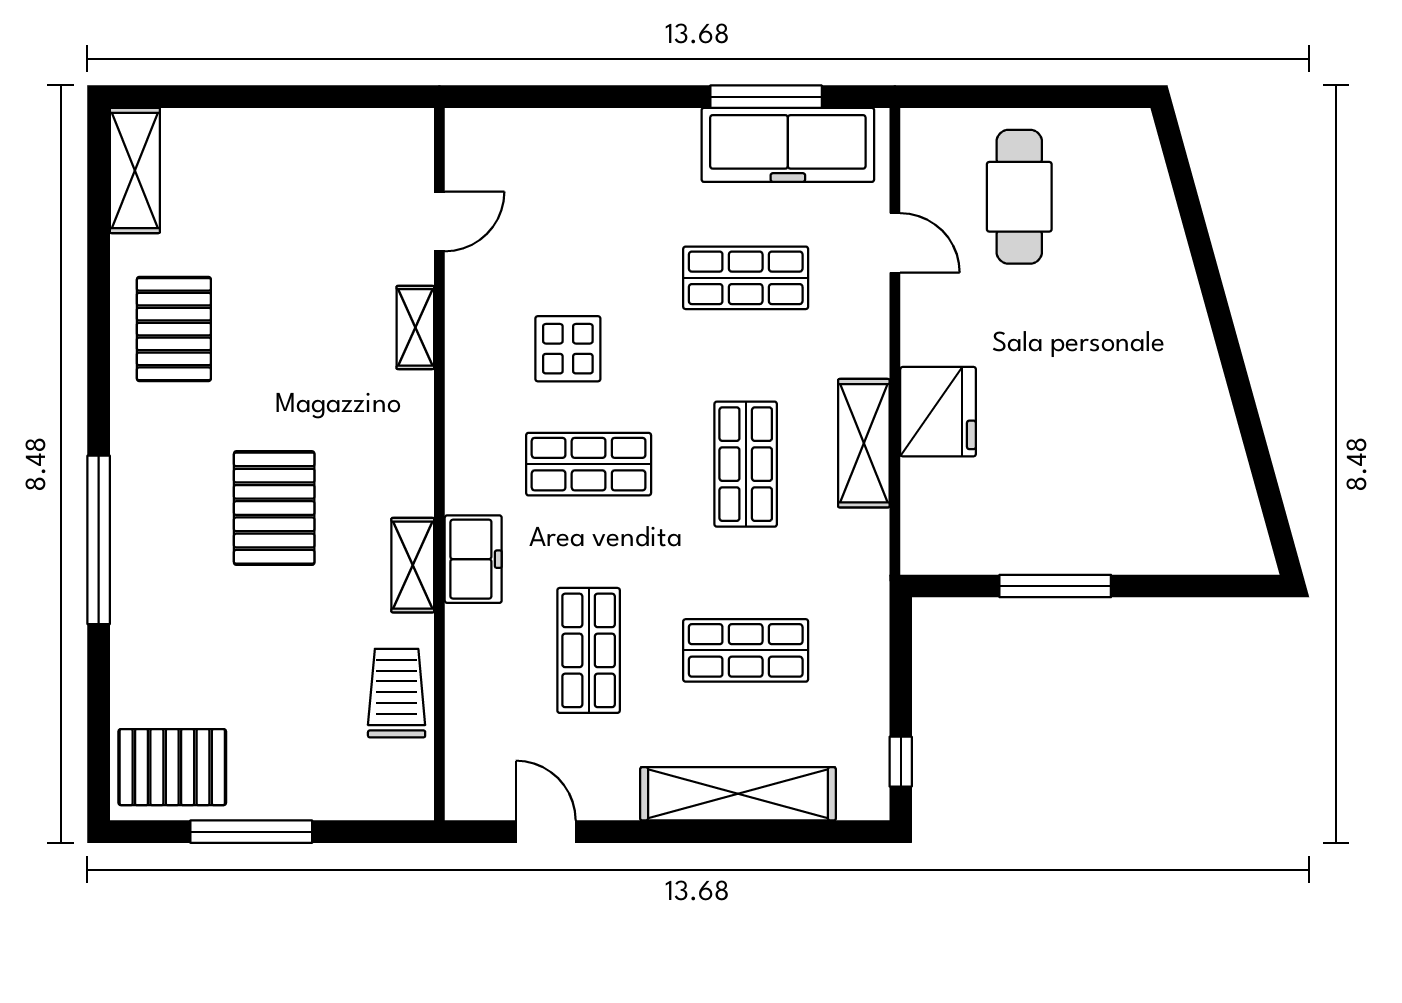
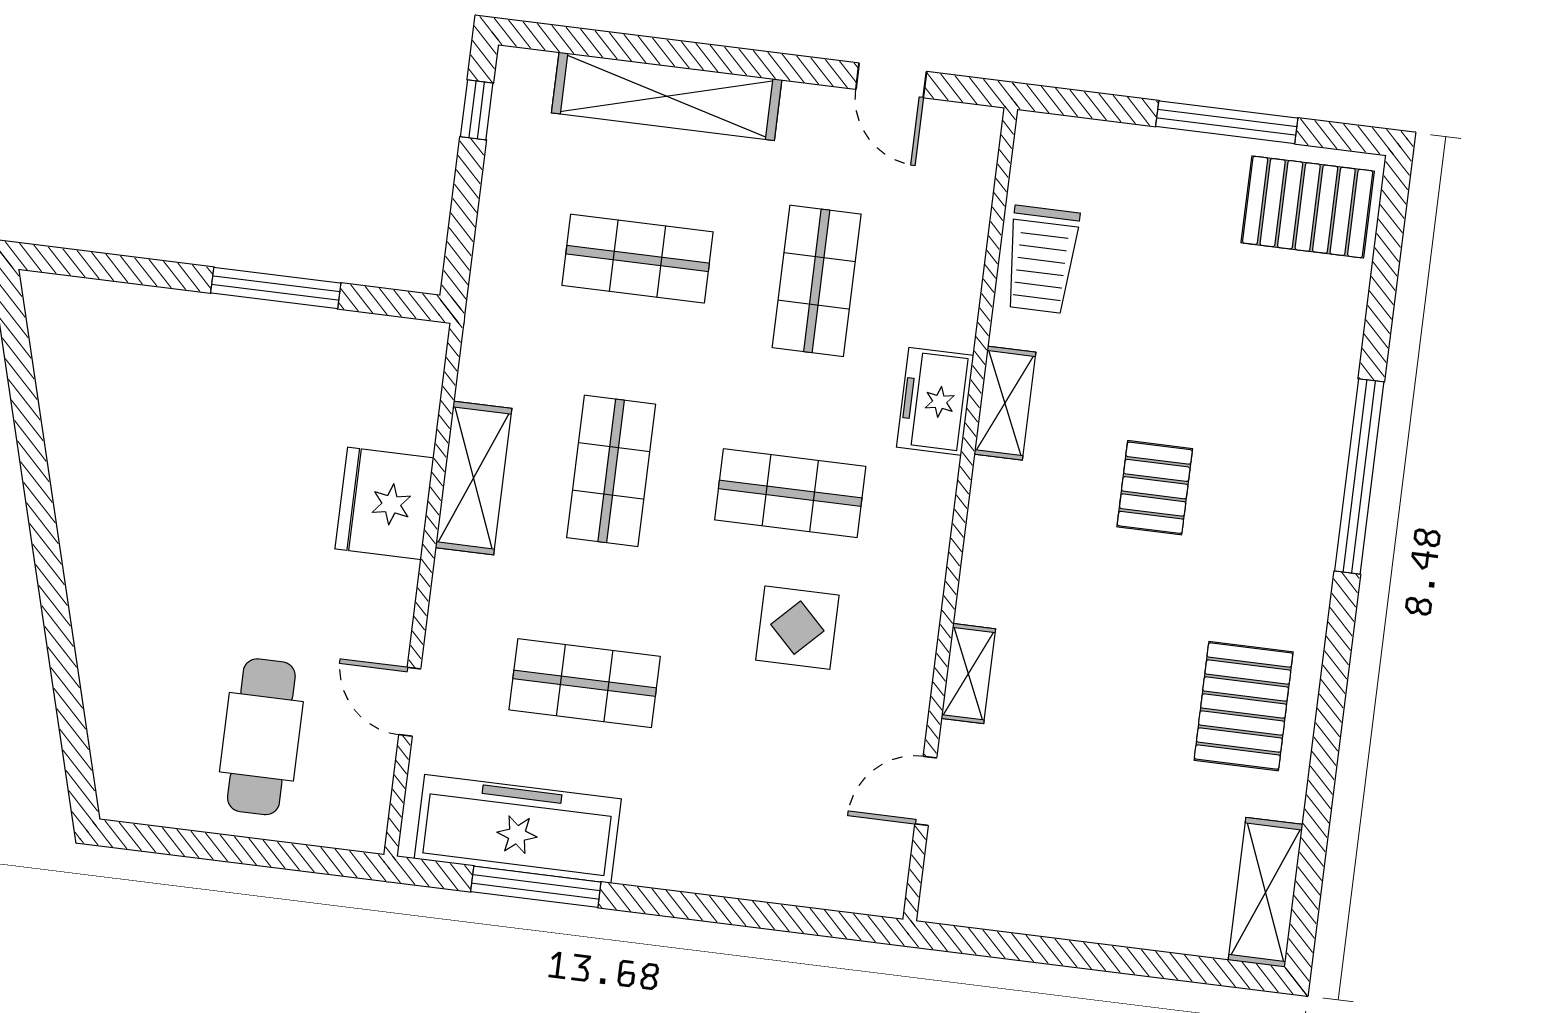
pallet: (274, 508) -> (1155, 488), width x0.67, depth x0.71

